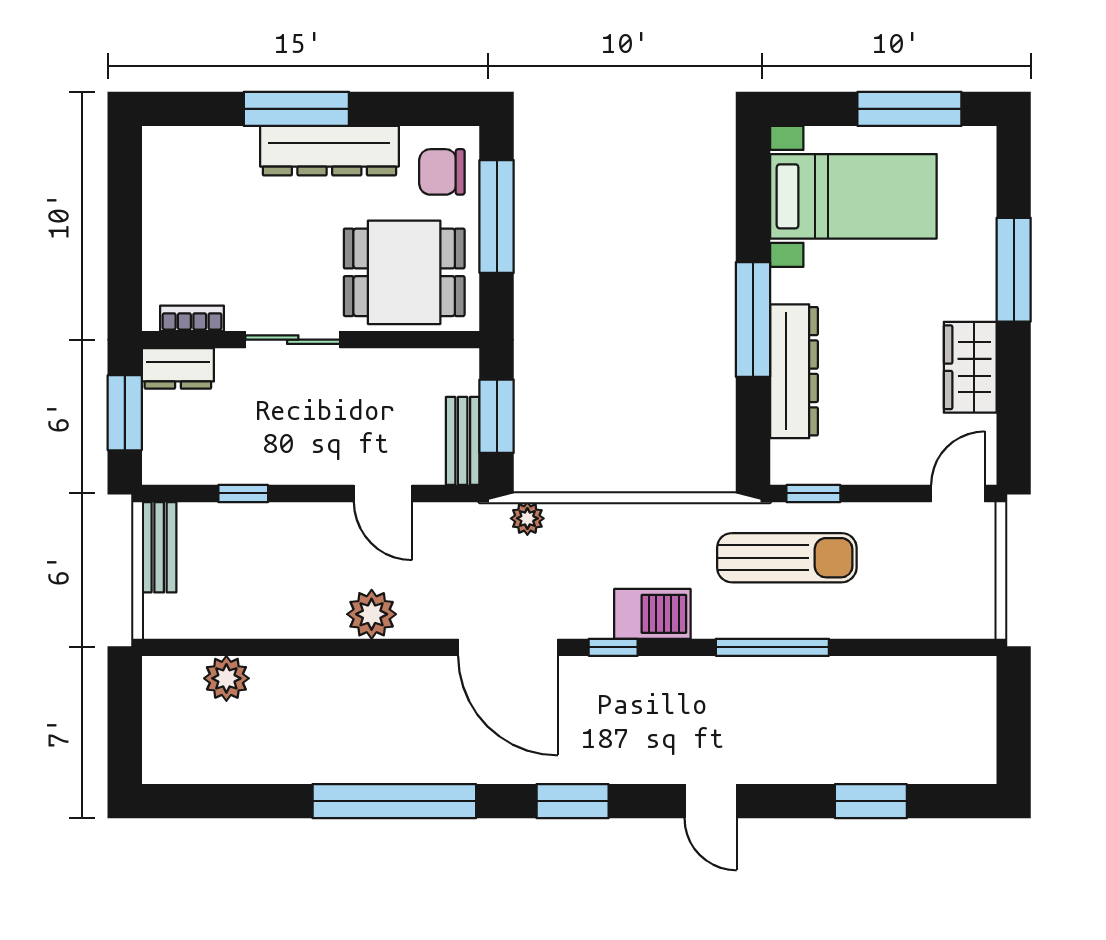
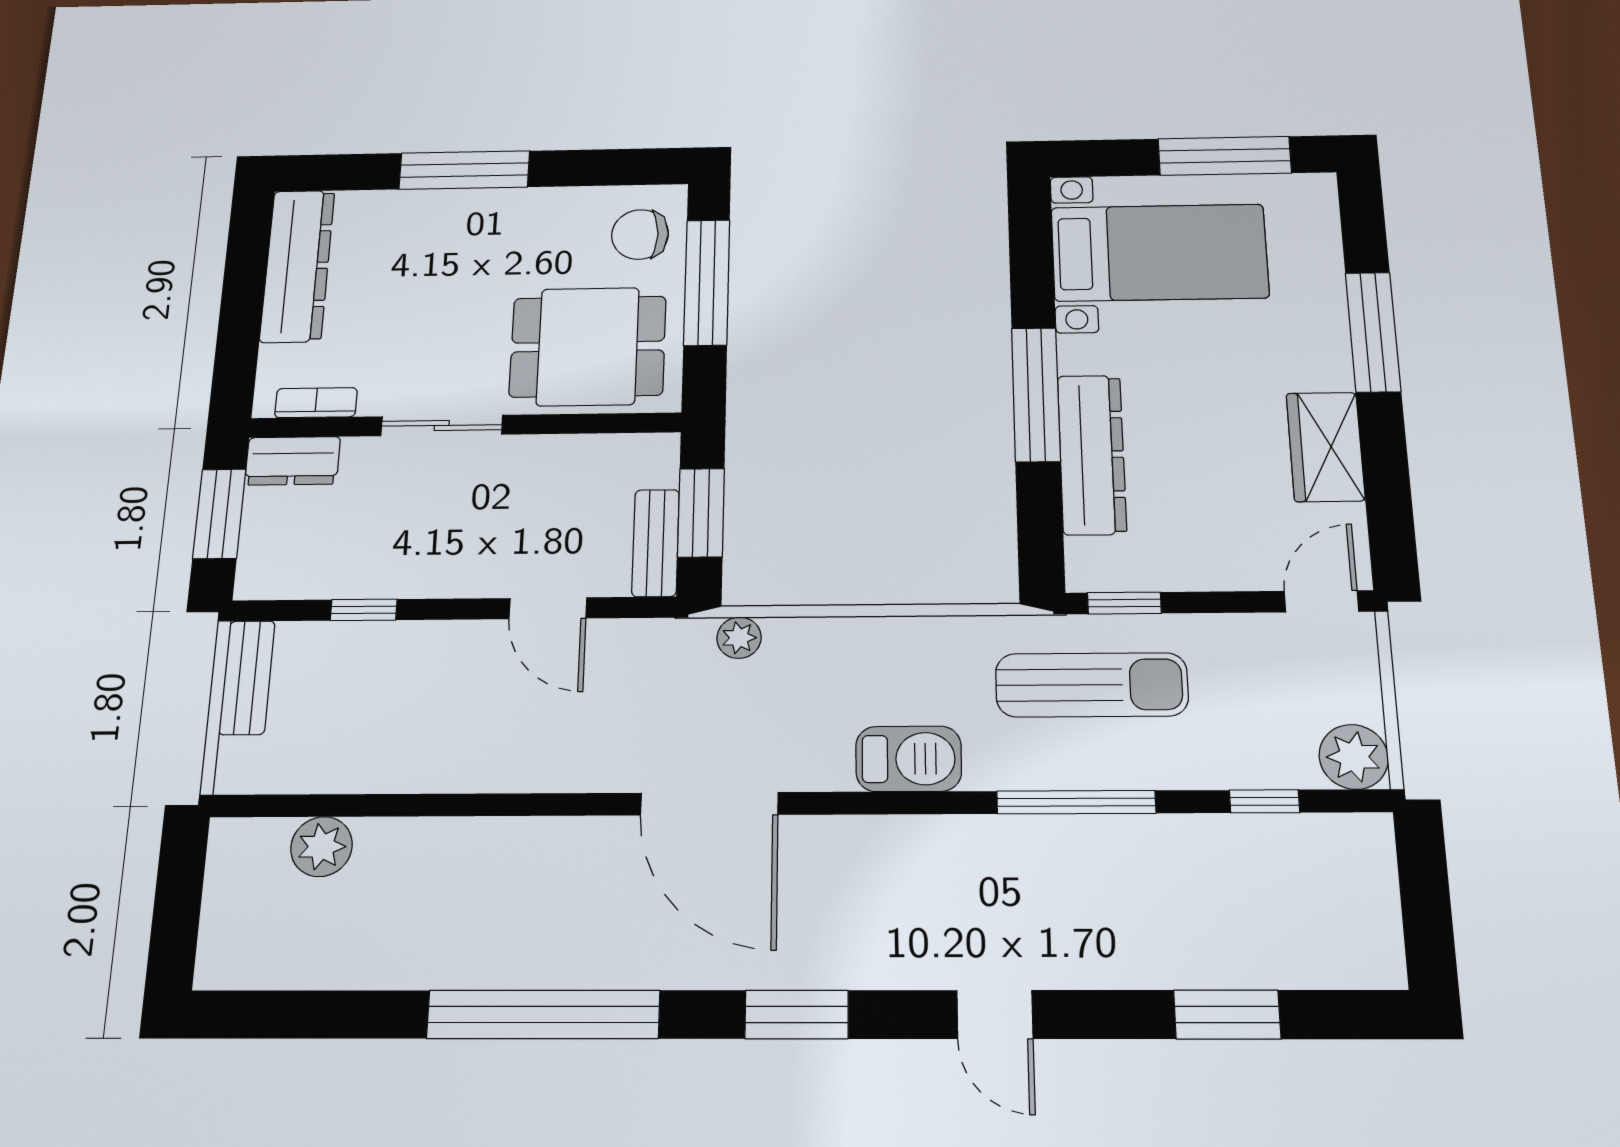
dresser: (329, 151) -> (297, 266), moved, turned -90
plant: (372, 614) -> (1354, 757), moved
window: (613, 647) -> (1265, 801), moved

